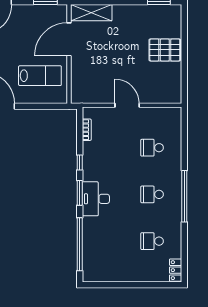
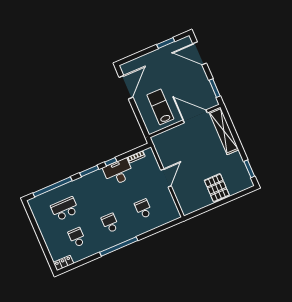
shelving: (91, 13) -> (224, 131), width x1.47
lab bench: (40, 76) -> (160, 107), turned 180
desk: (96, 199) -> (118, 172), moved
school desk: (112, 241) -> (65, 209), added

